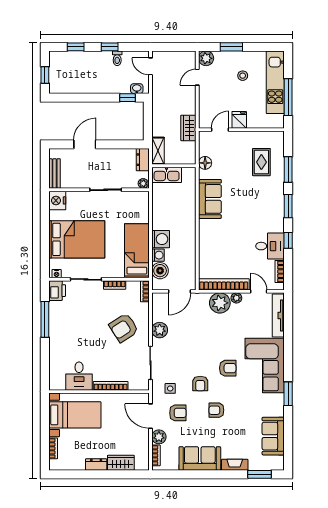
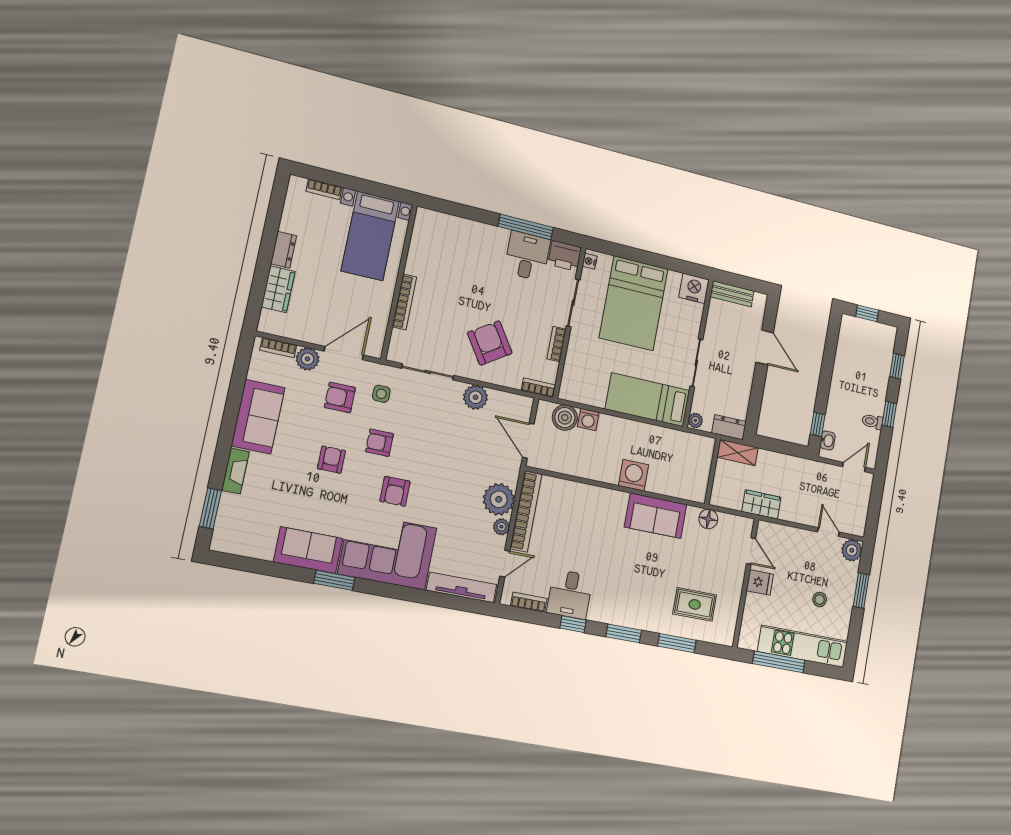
kitchen sink: (167, 175) -> (701, 458), removed
washing machine: (161, 239) -> (633, 475), moved, turned 180
bed: (137, 251) -> (648, 400), moved, turned 180
desk: (79, 376) -> (527, 256), moved, turned 90
armchair: (178, 413) -> (340, 397), turned 90
sofa: (273, 436) -> (308, 550), moved

